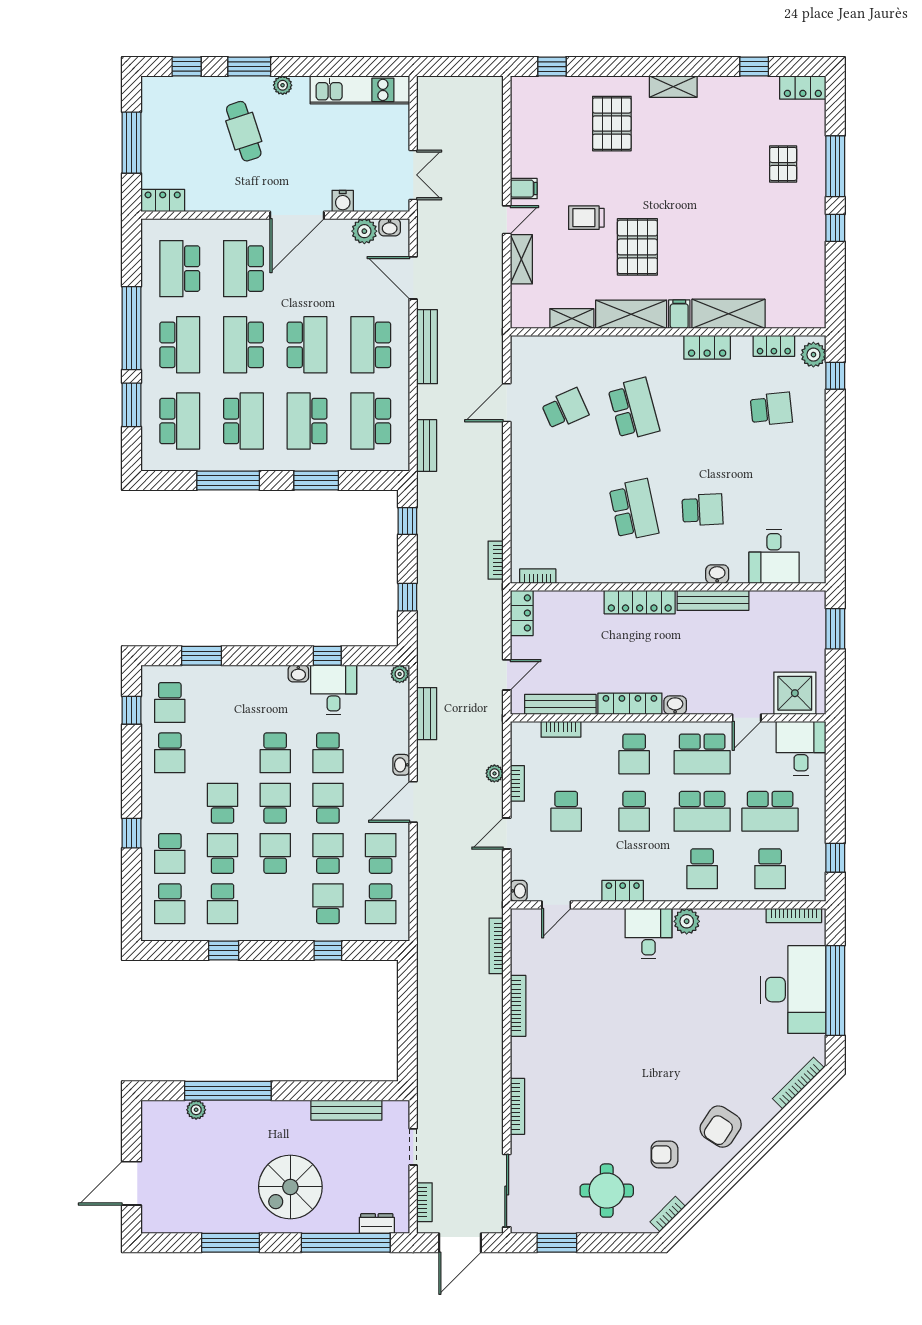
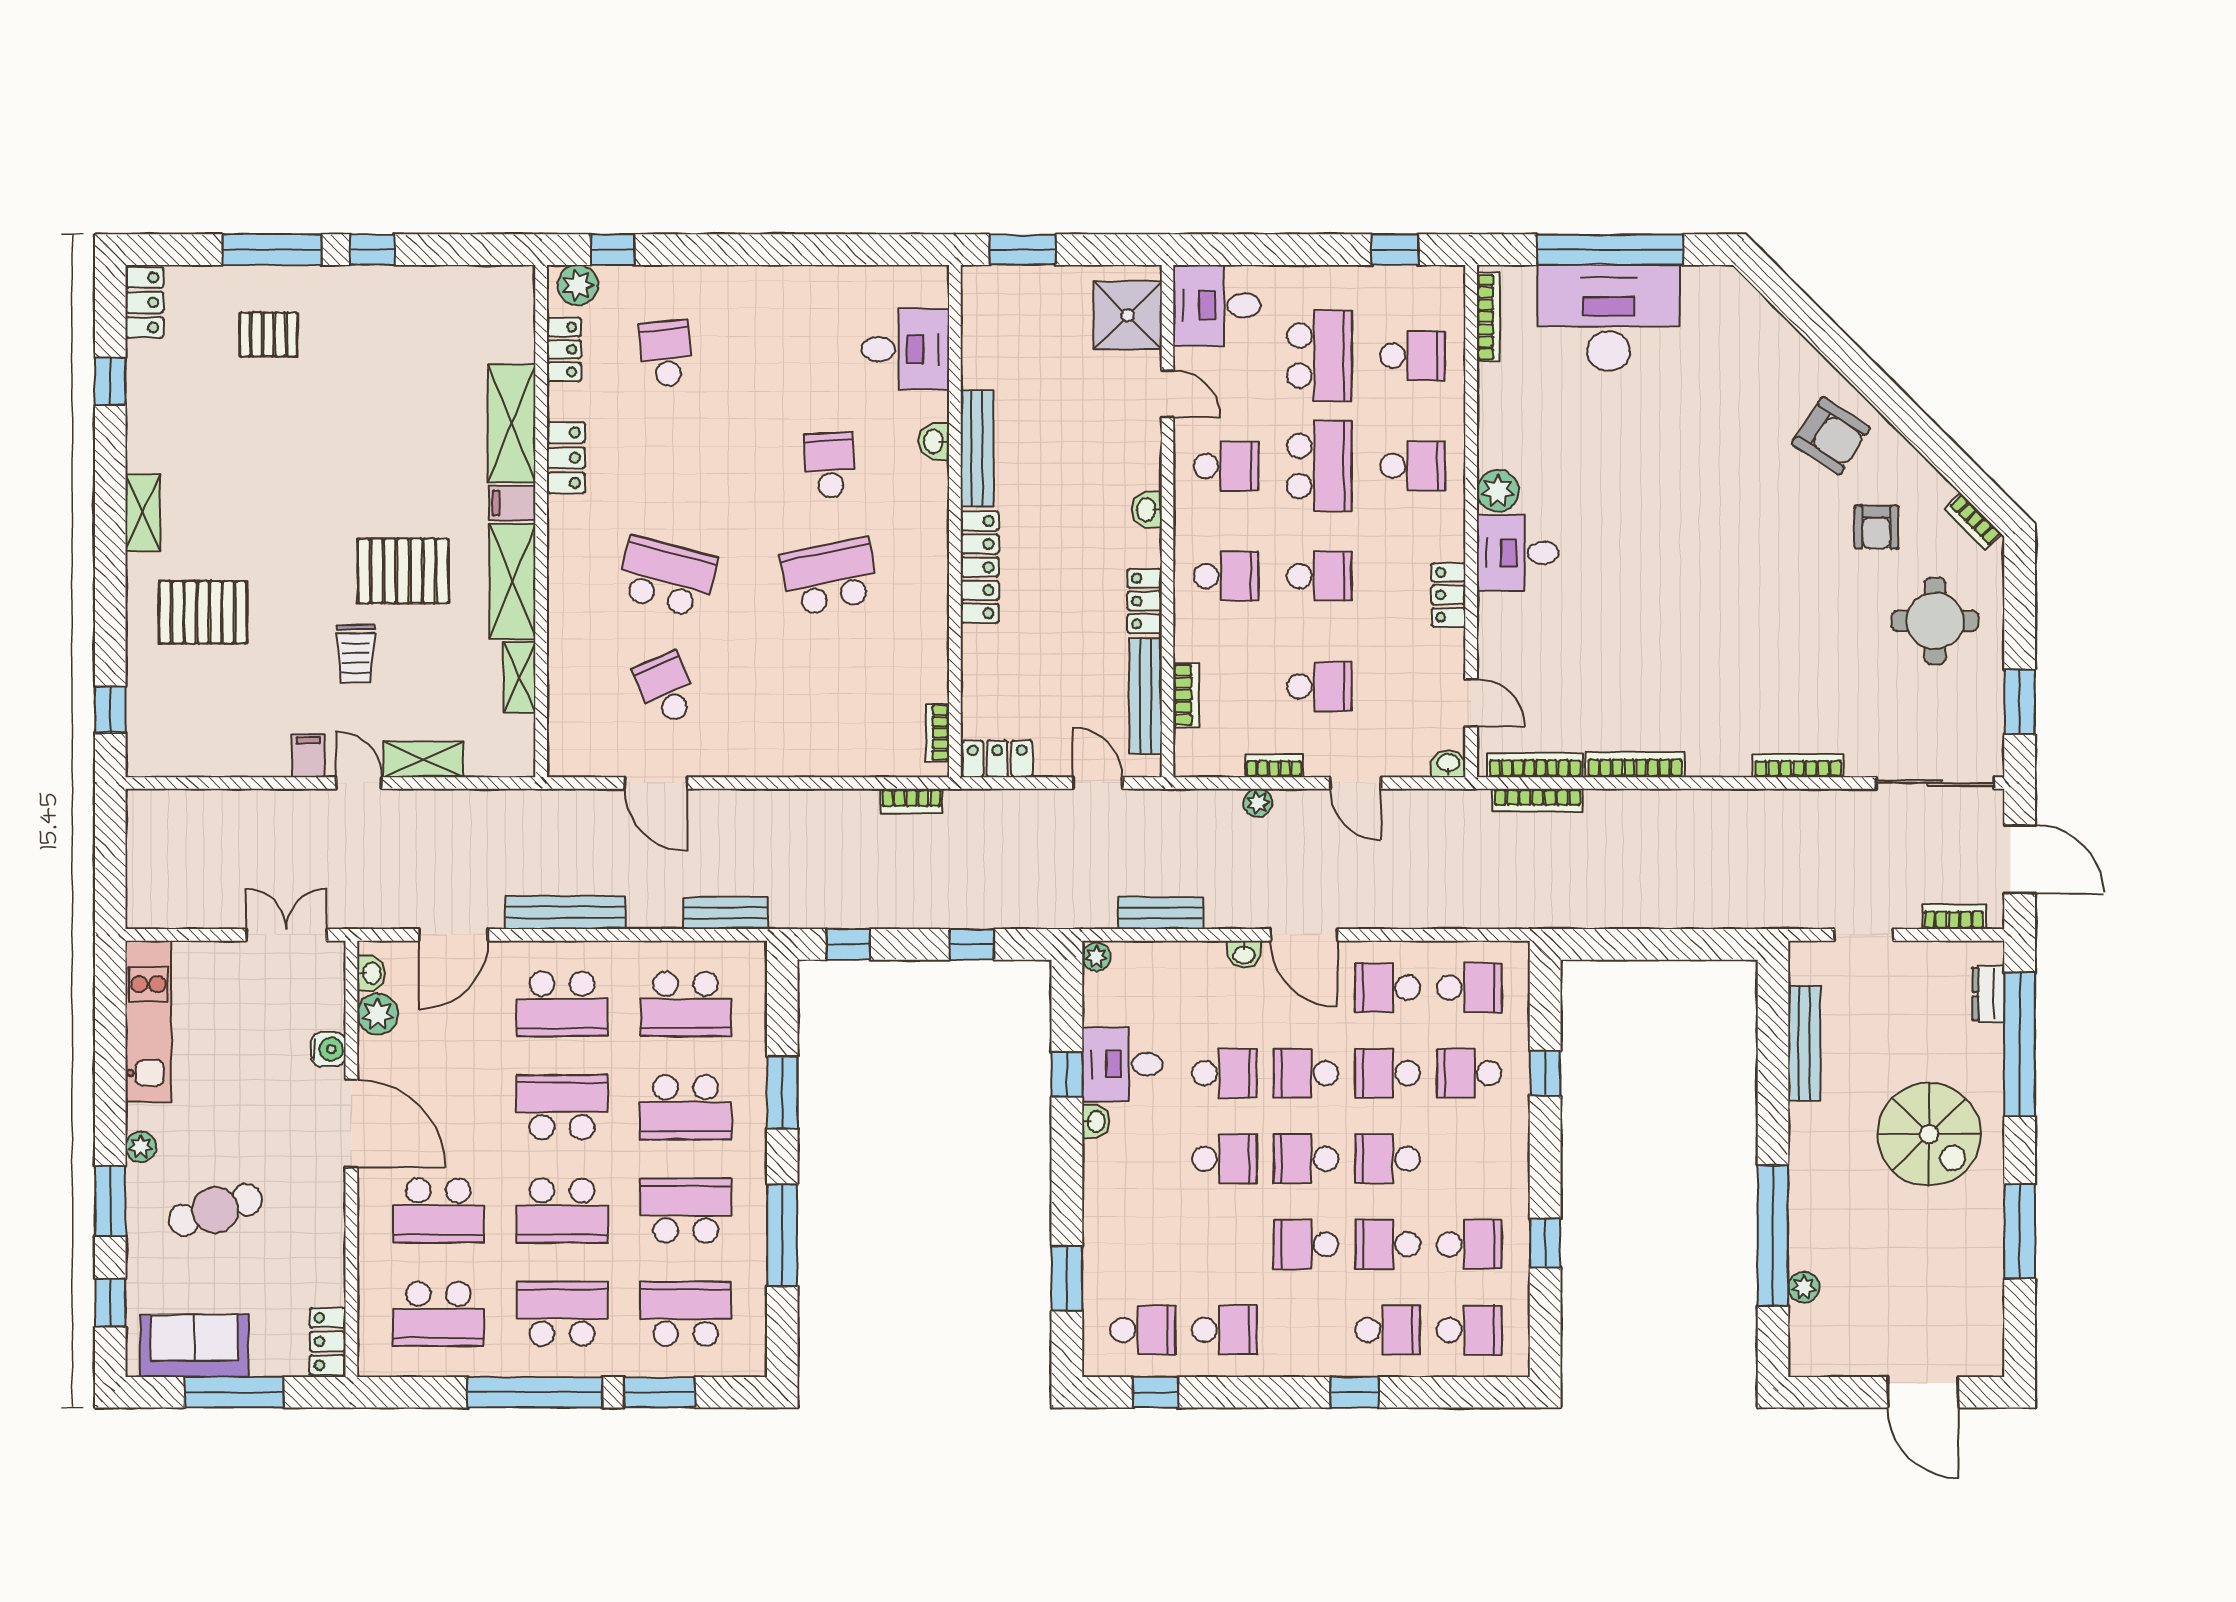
sofa: (160, 118) -> (194, 1346), added
school desk: (634, 409) -> (666, 577), turned 30
locker: (630, 704) -> (1145, 601), width x0.66
school desk: (702, 754) -> (1226, 466), width x0.54
bookcase: (798, 1083) -> (1535, 765), moved, turned 135

